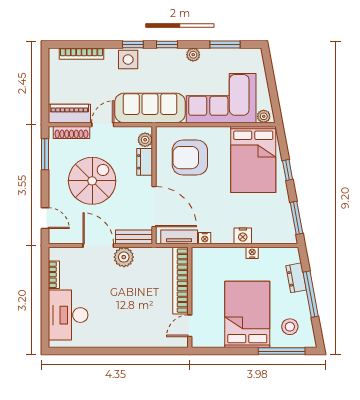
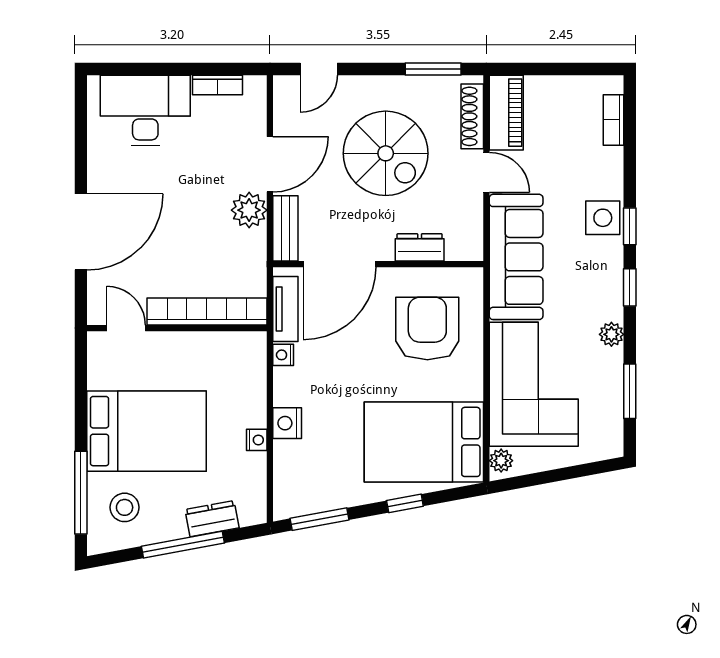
bookcase: (81, 54) -> (613, 120), width x0.64
plant: (145, 140) -> (459, 248), removed
door: (136, 351) -> (81, 232), added

